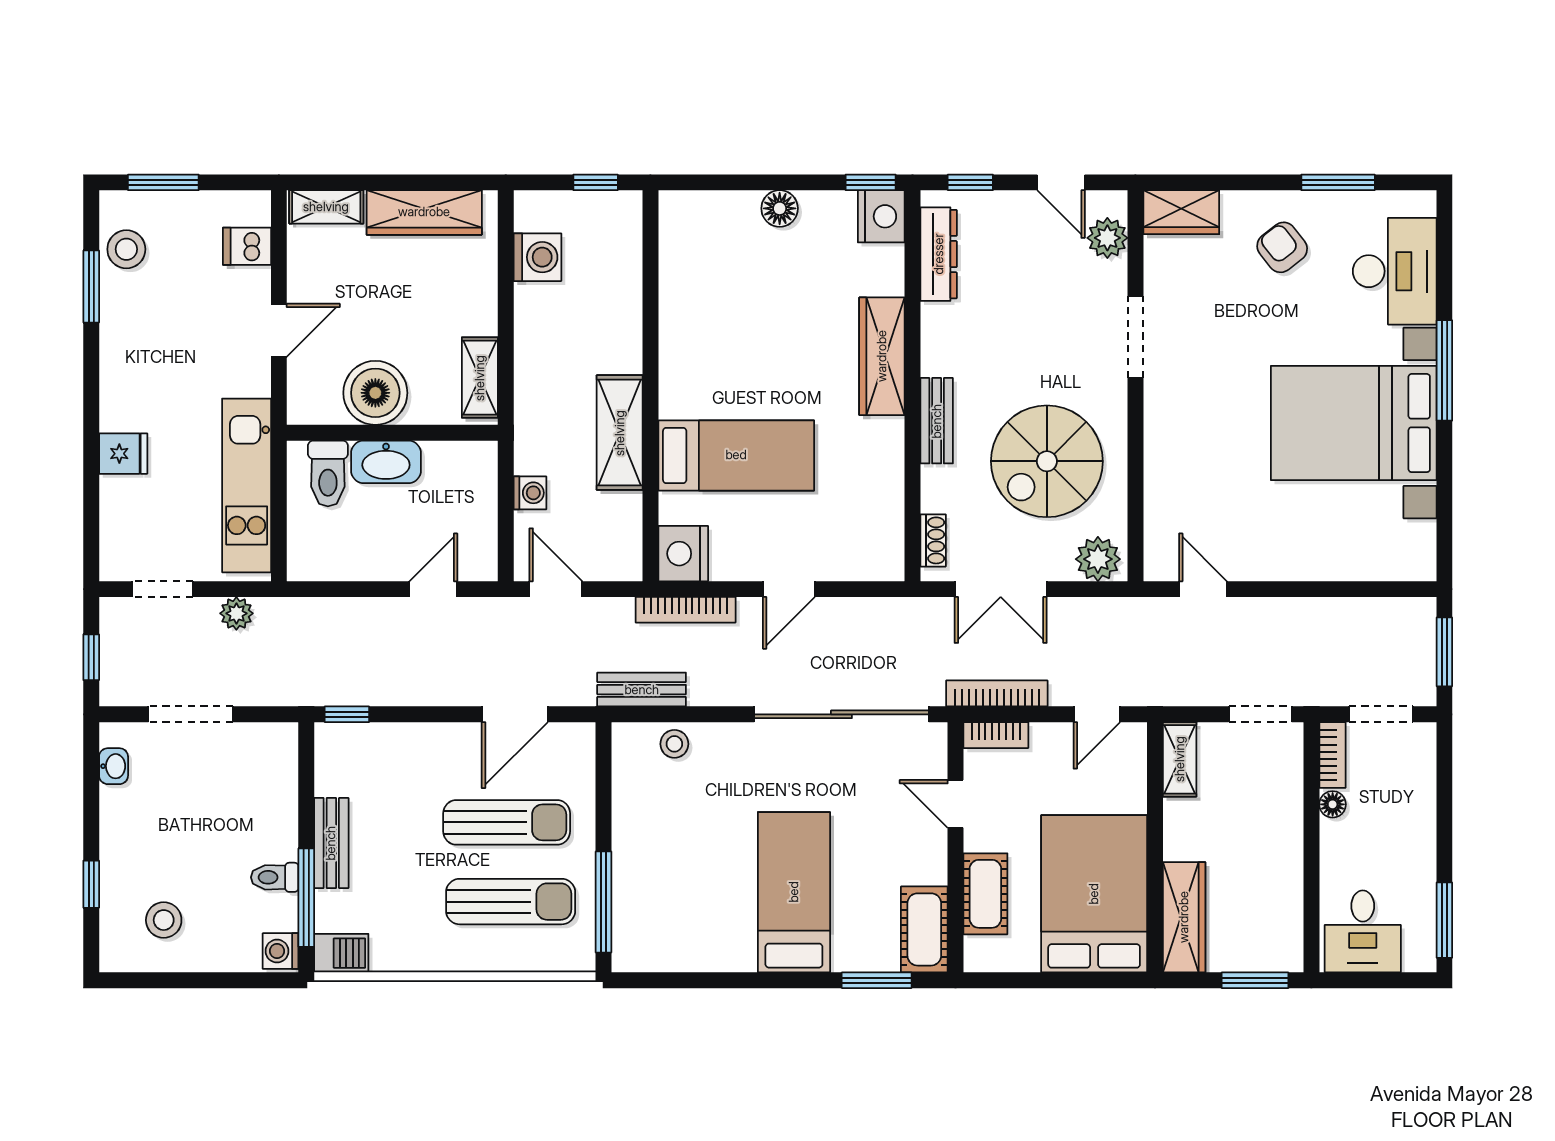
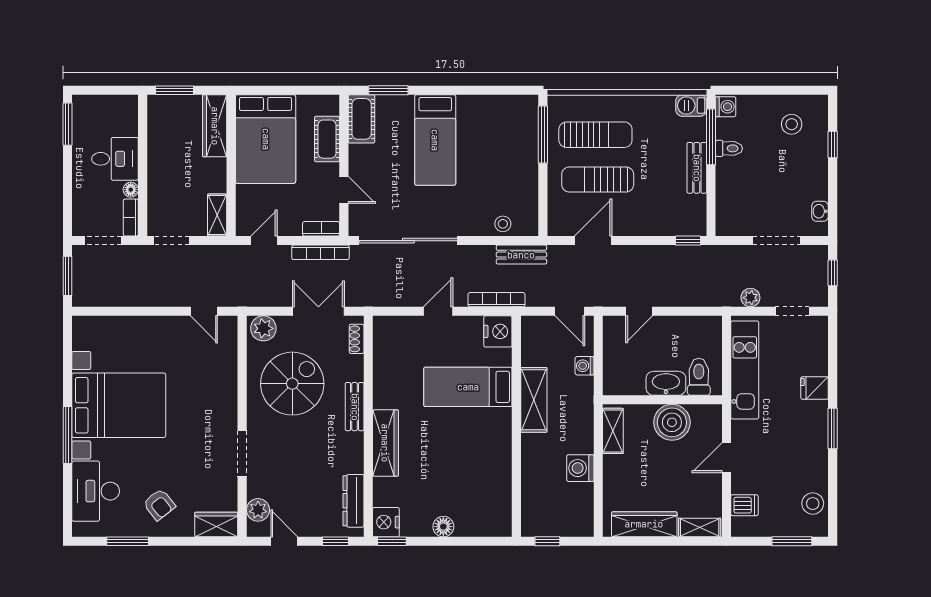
washing machine: (537, 257) -> (580, 468), moved
window: (91, 286) -> (833, 429), moved
sun lounger: (511, 902) -> (595, 135), turned 180
desk: (1363, 931) -> (115, 159), moved, turned 90

